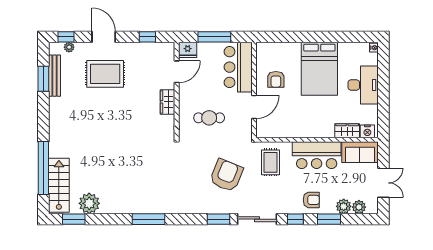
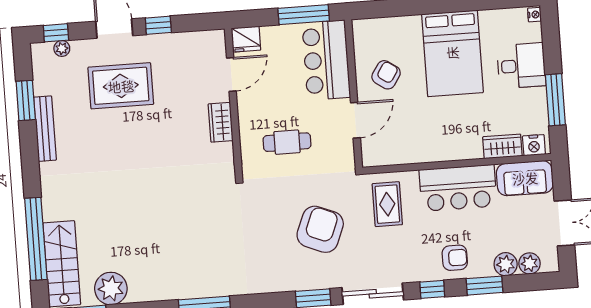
window: (147, 37) -> (158, 25), moved
window: (214, 37) -> (304, 15), moved
bench: (54, 76) -> (45, 129), moved
armchair: (276, 79) -> (386, 75), turned -146
desk: (363, 85) -> (521, 66), width x0.73
window: (383, 103) -> (555, 100), added

